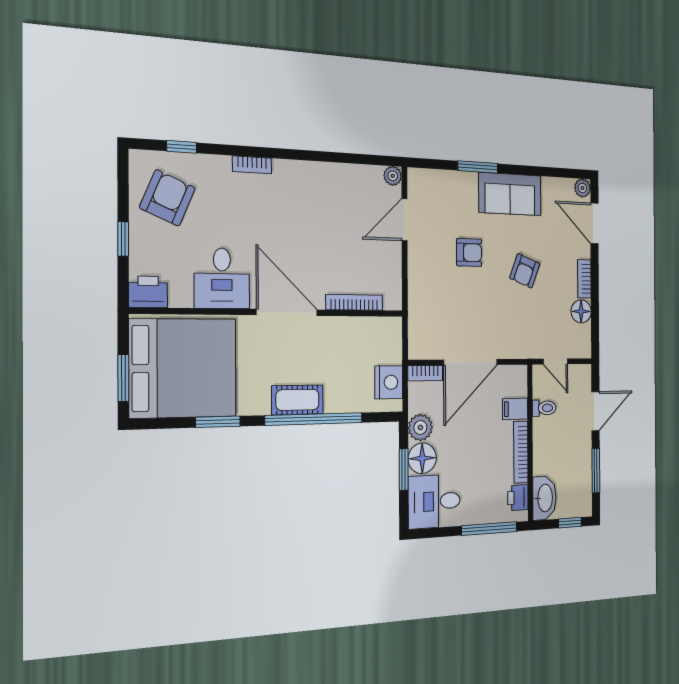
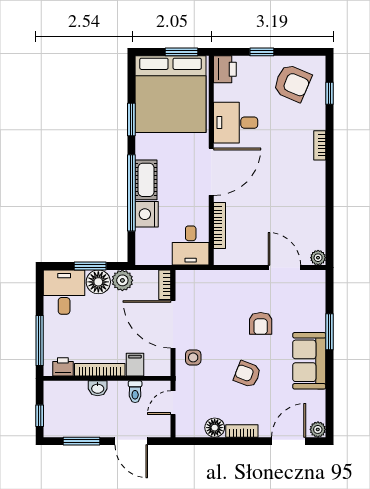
side table: (507, 337) -> (193, 357), added
desk: (379, 340) -> (191, 246), added
window: (123, 378) -> (181, 52), moved
nightstand: (389, 382) -> (147, 214), moved, turned 90
washbasin: (544, 498) -> (98, 388), moved, width x0.52, depth x0.69

